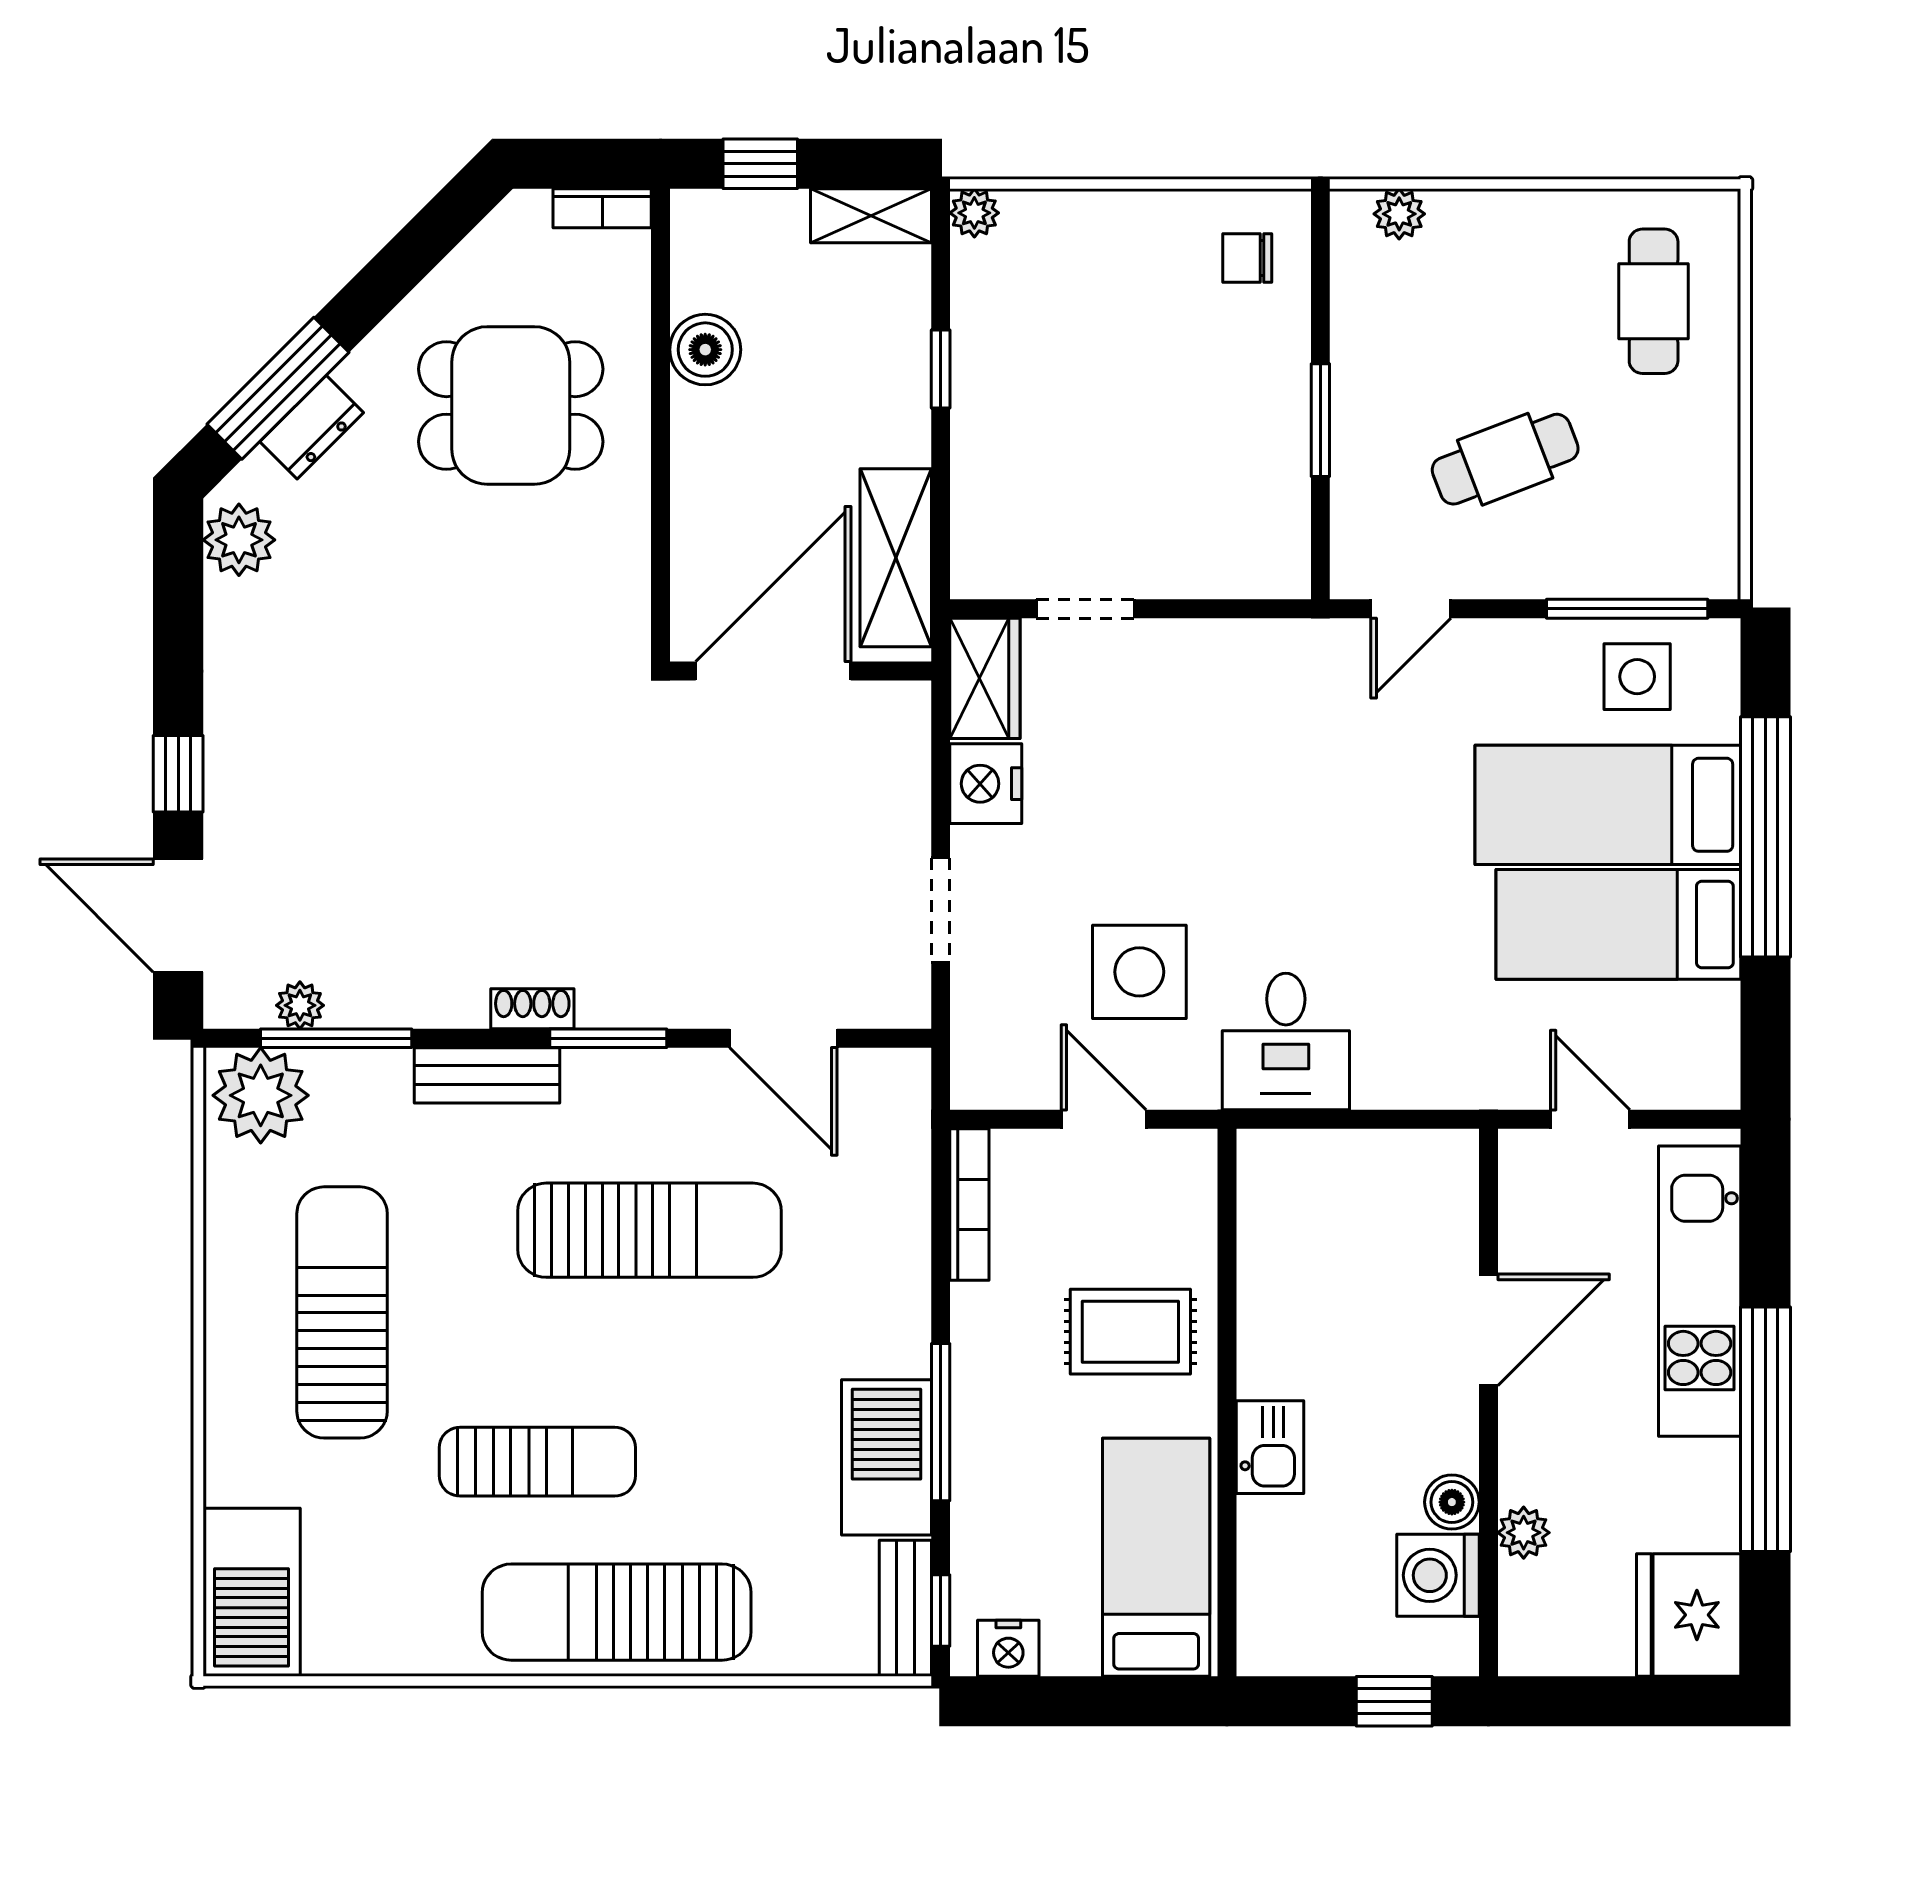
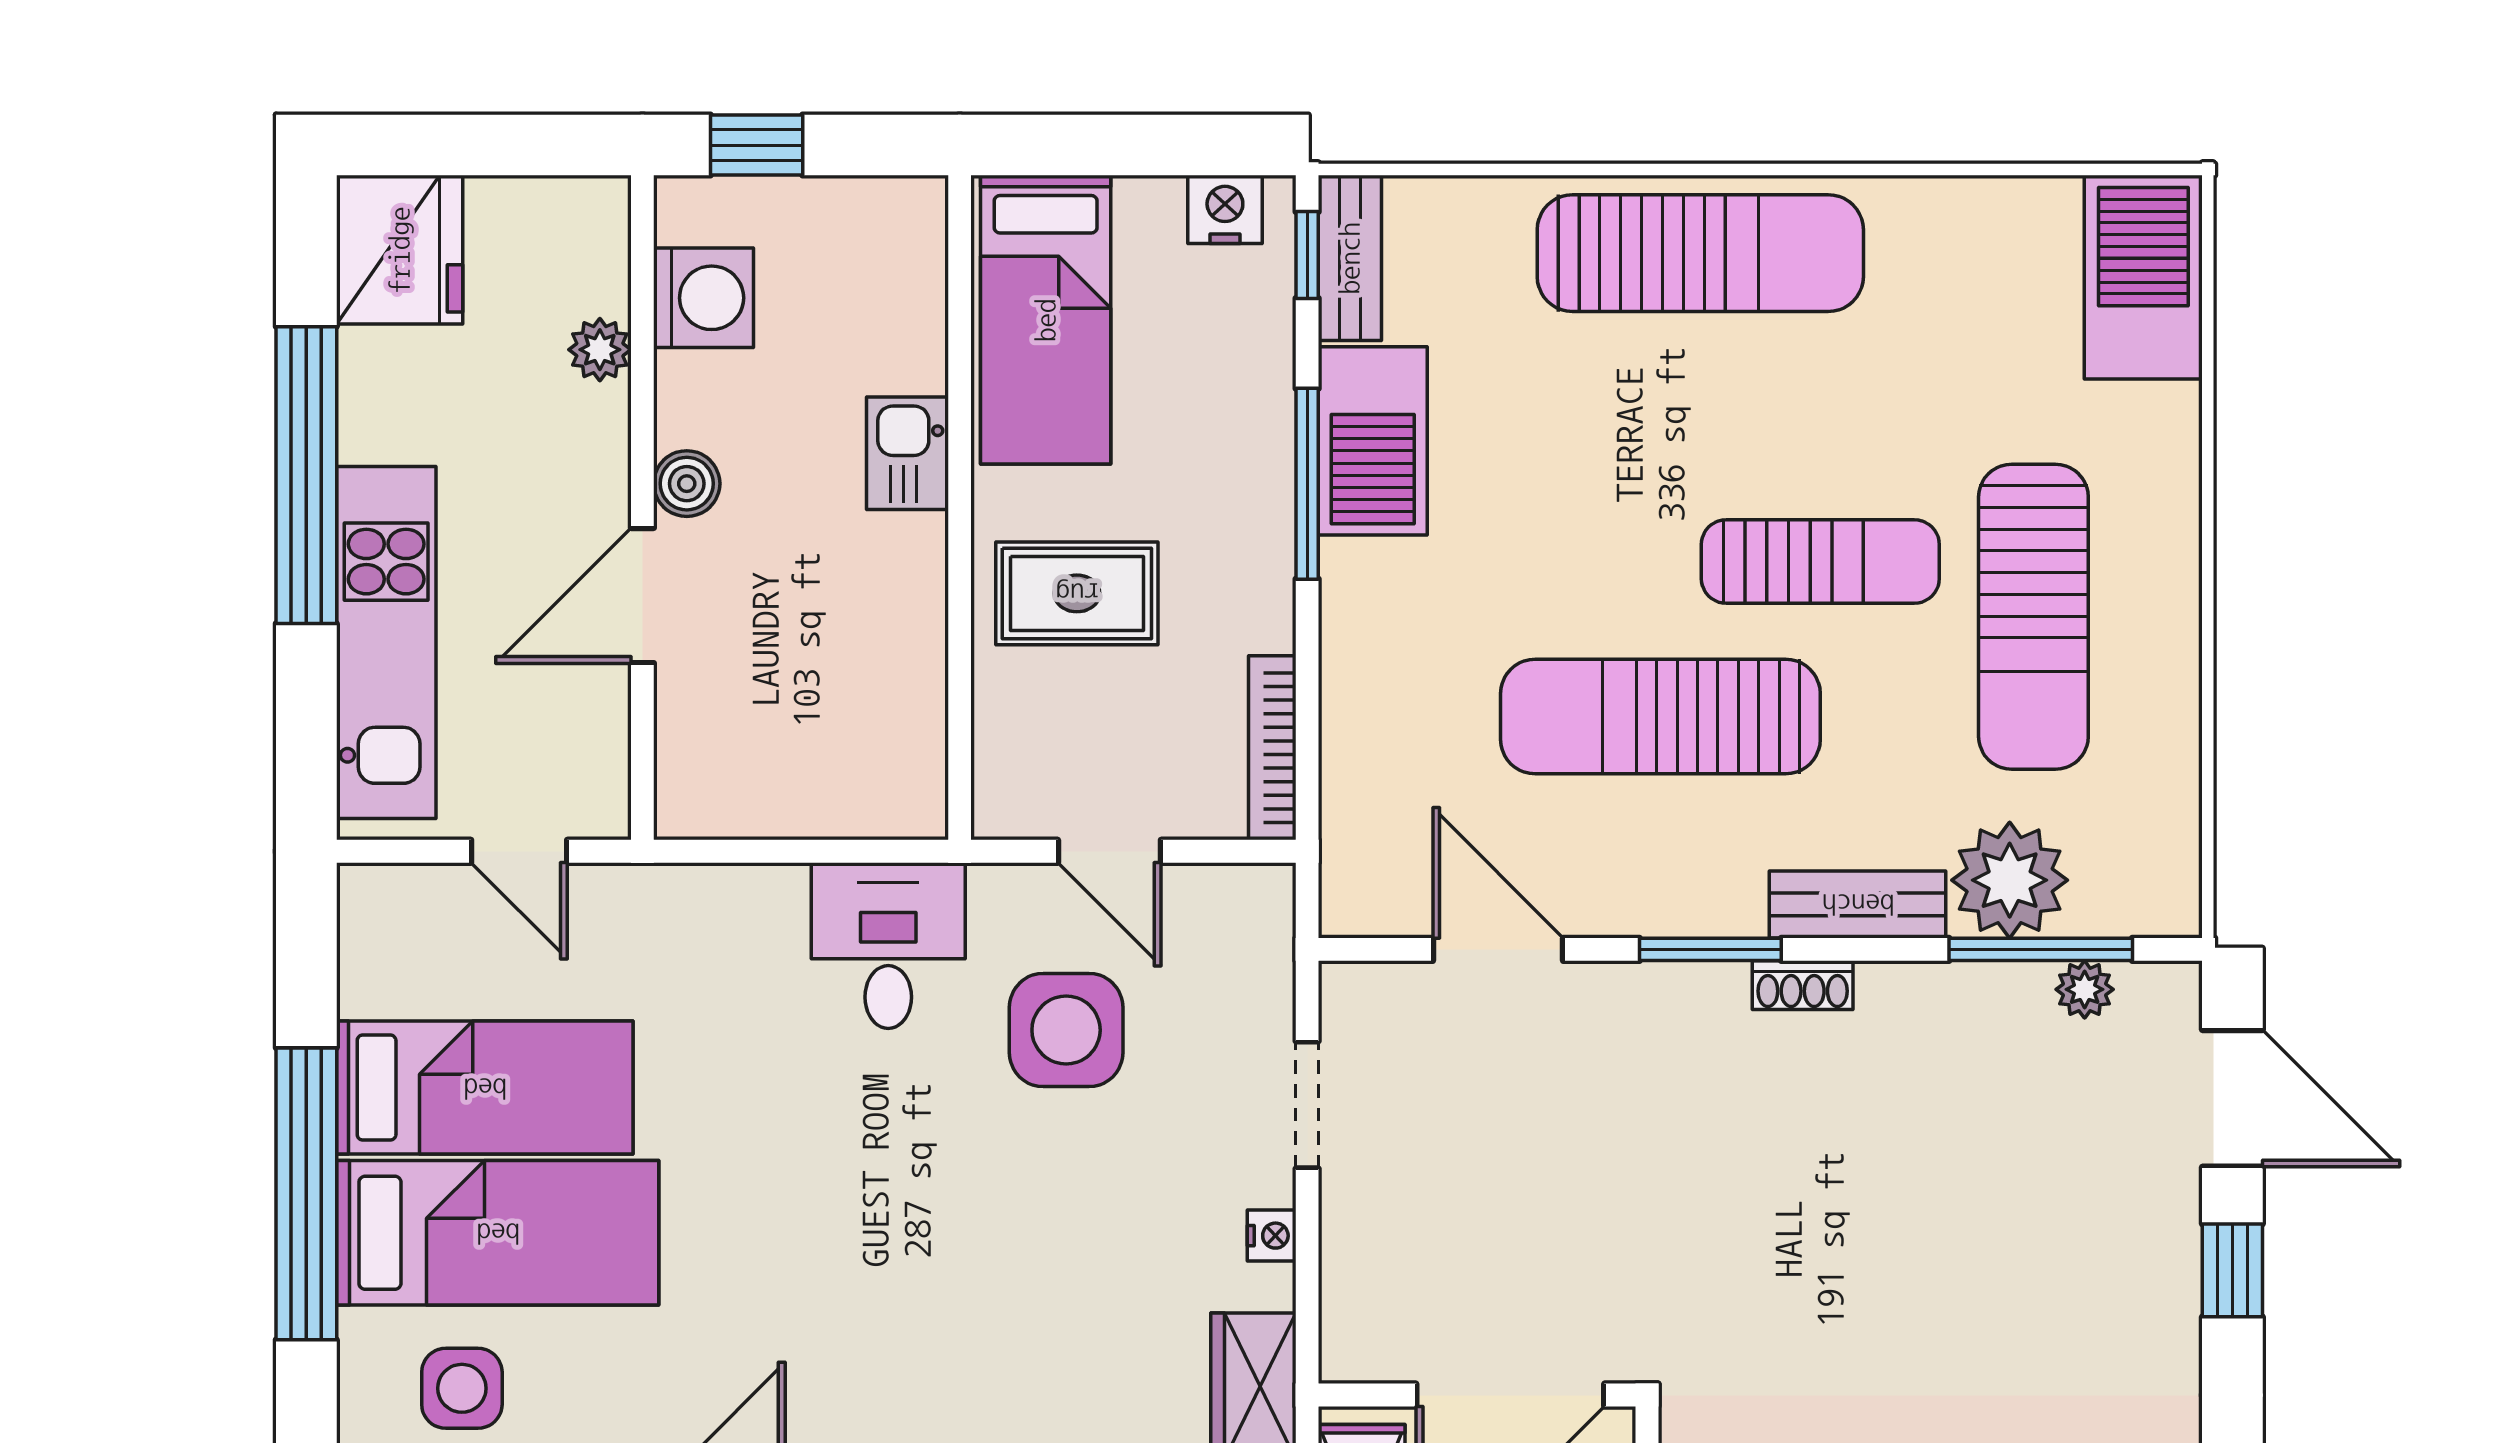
nightstand: (986, 784) -> (1272, 1236), width x0.53, depth x0.56
plant: (261, 1095) -> (2010, 880), moved
sun lounger: (537, 1462) -> (1820, 562), moved, turned 180
boiler: (1452, 1502) -> (687, 484), moved

